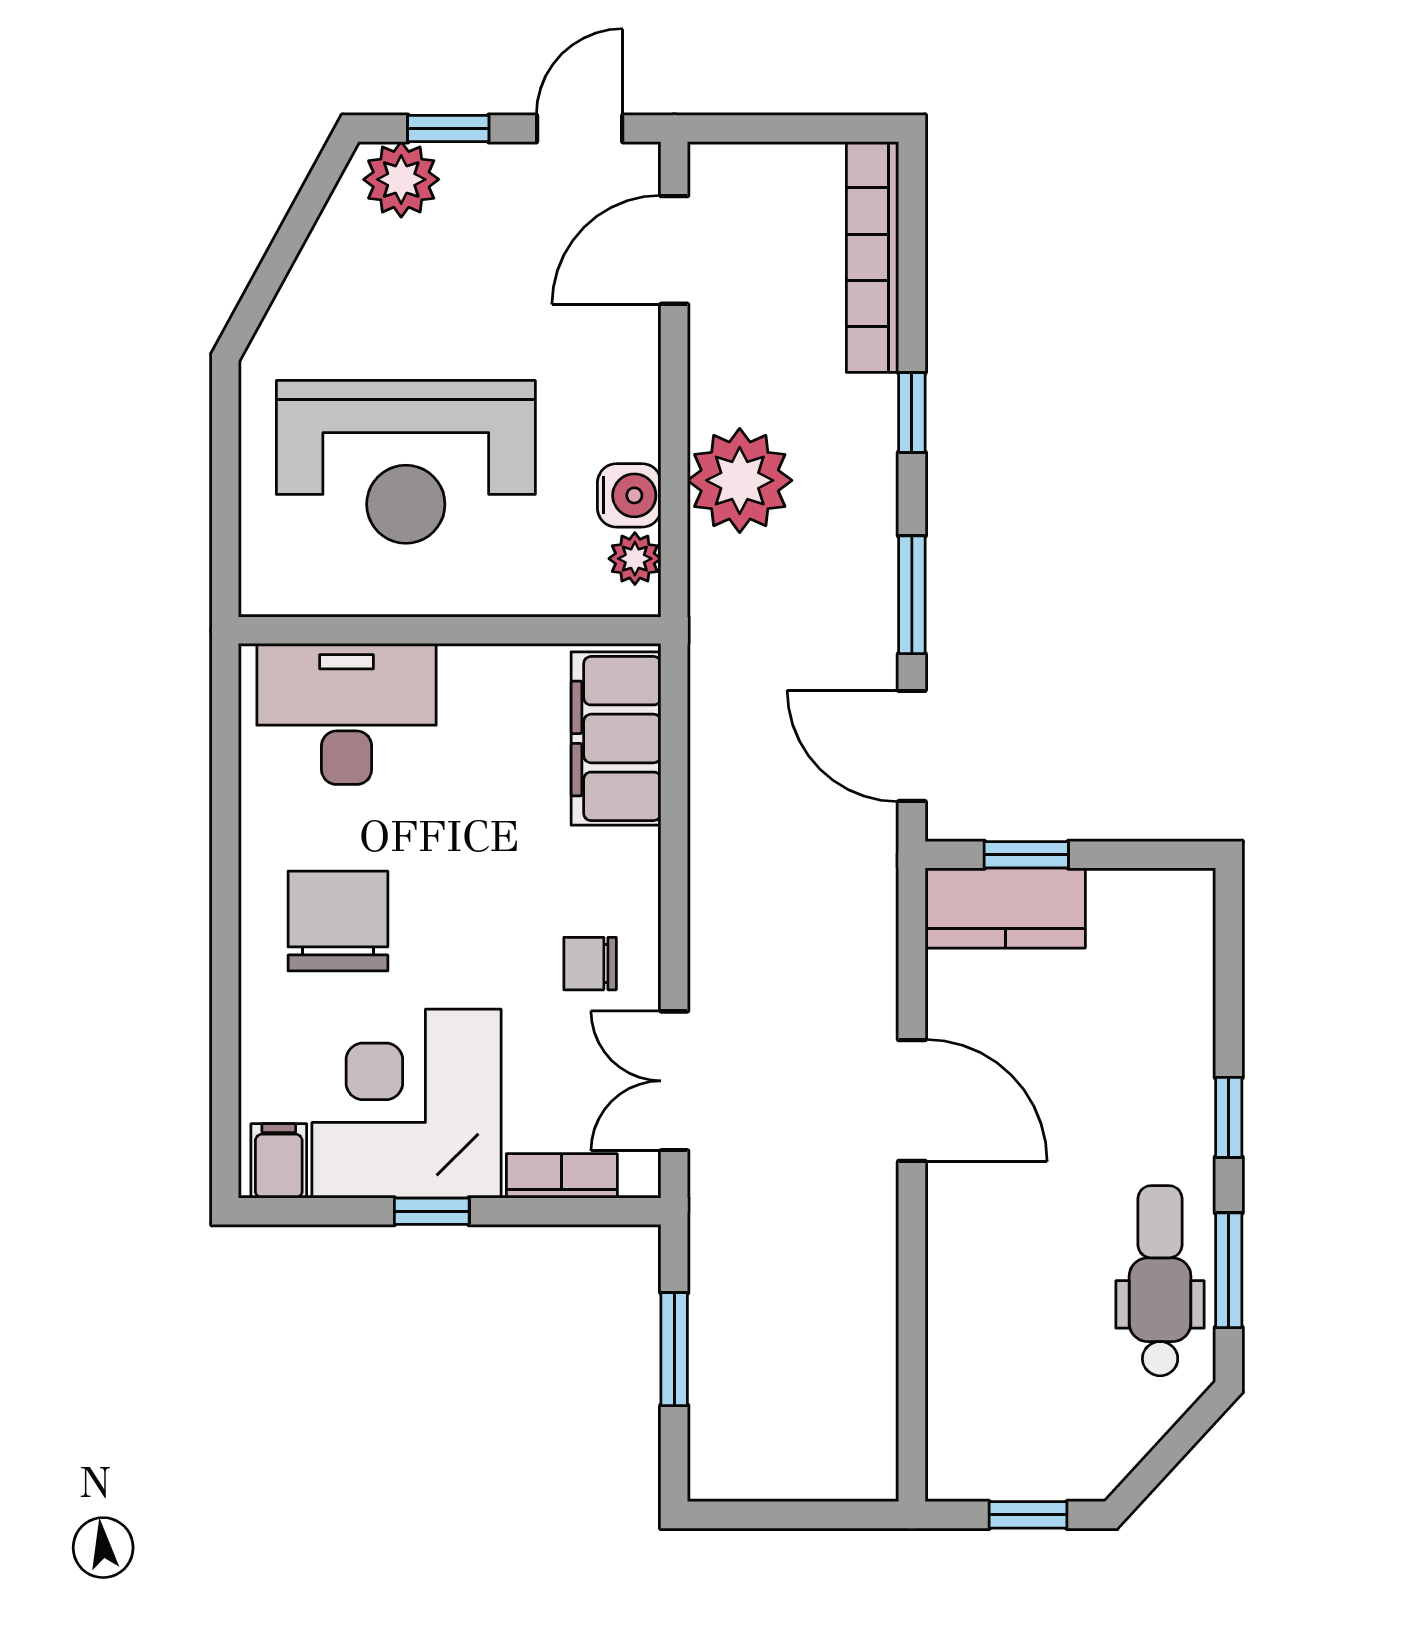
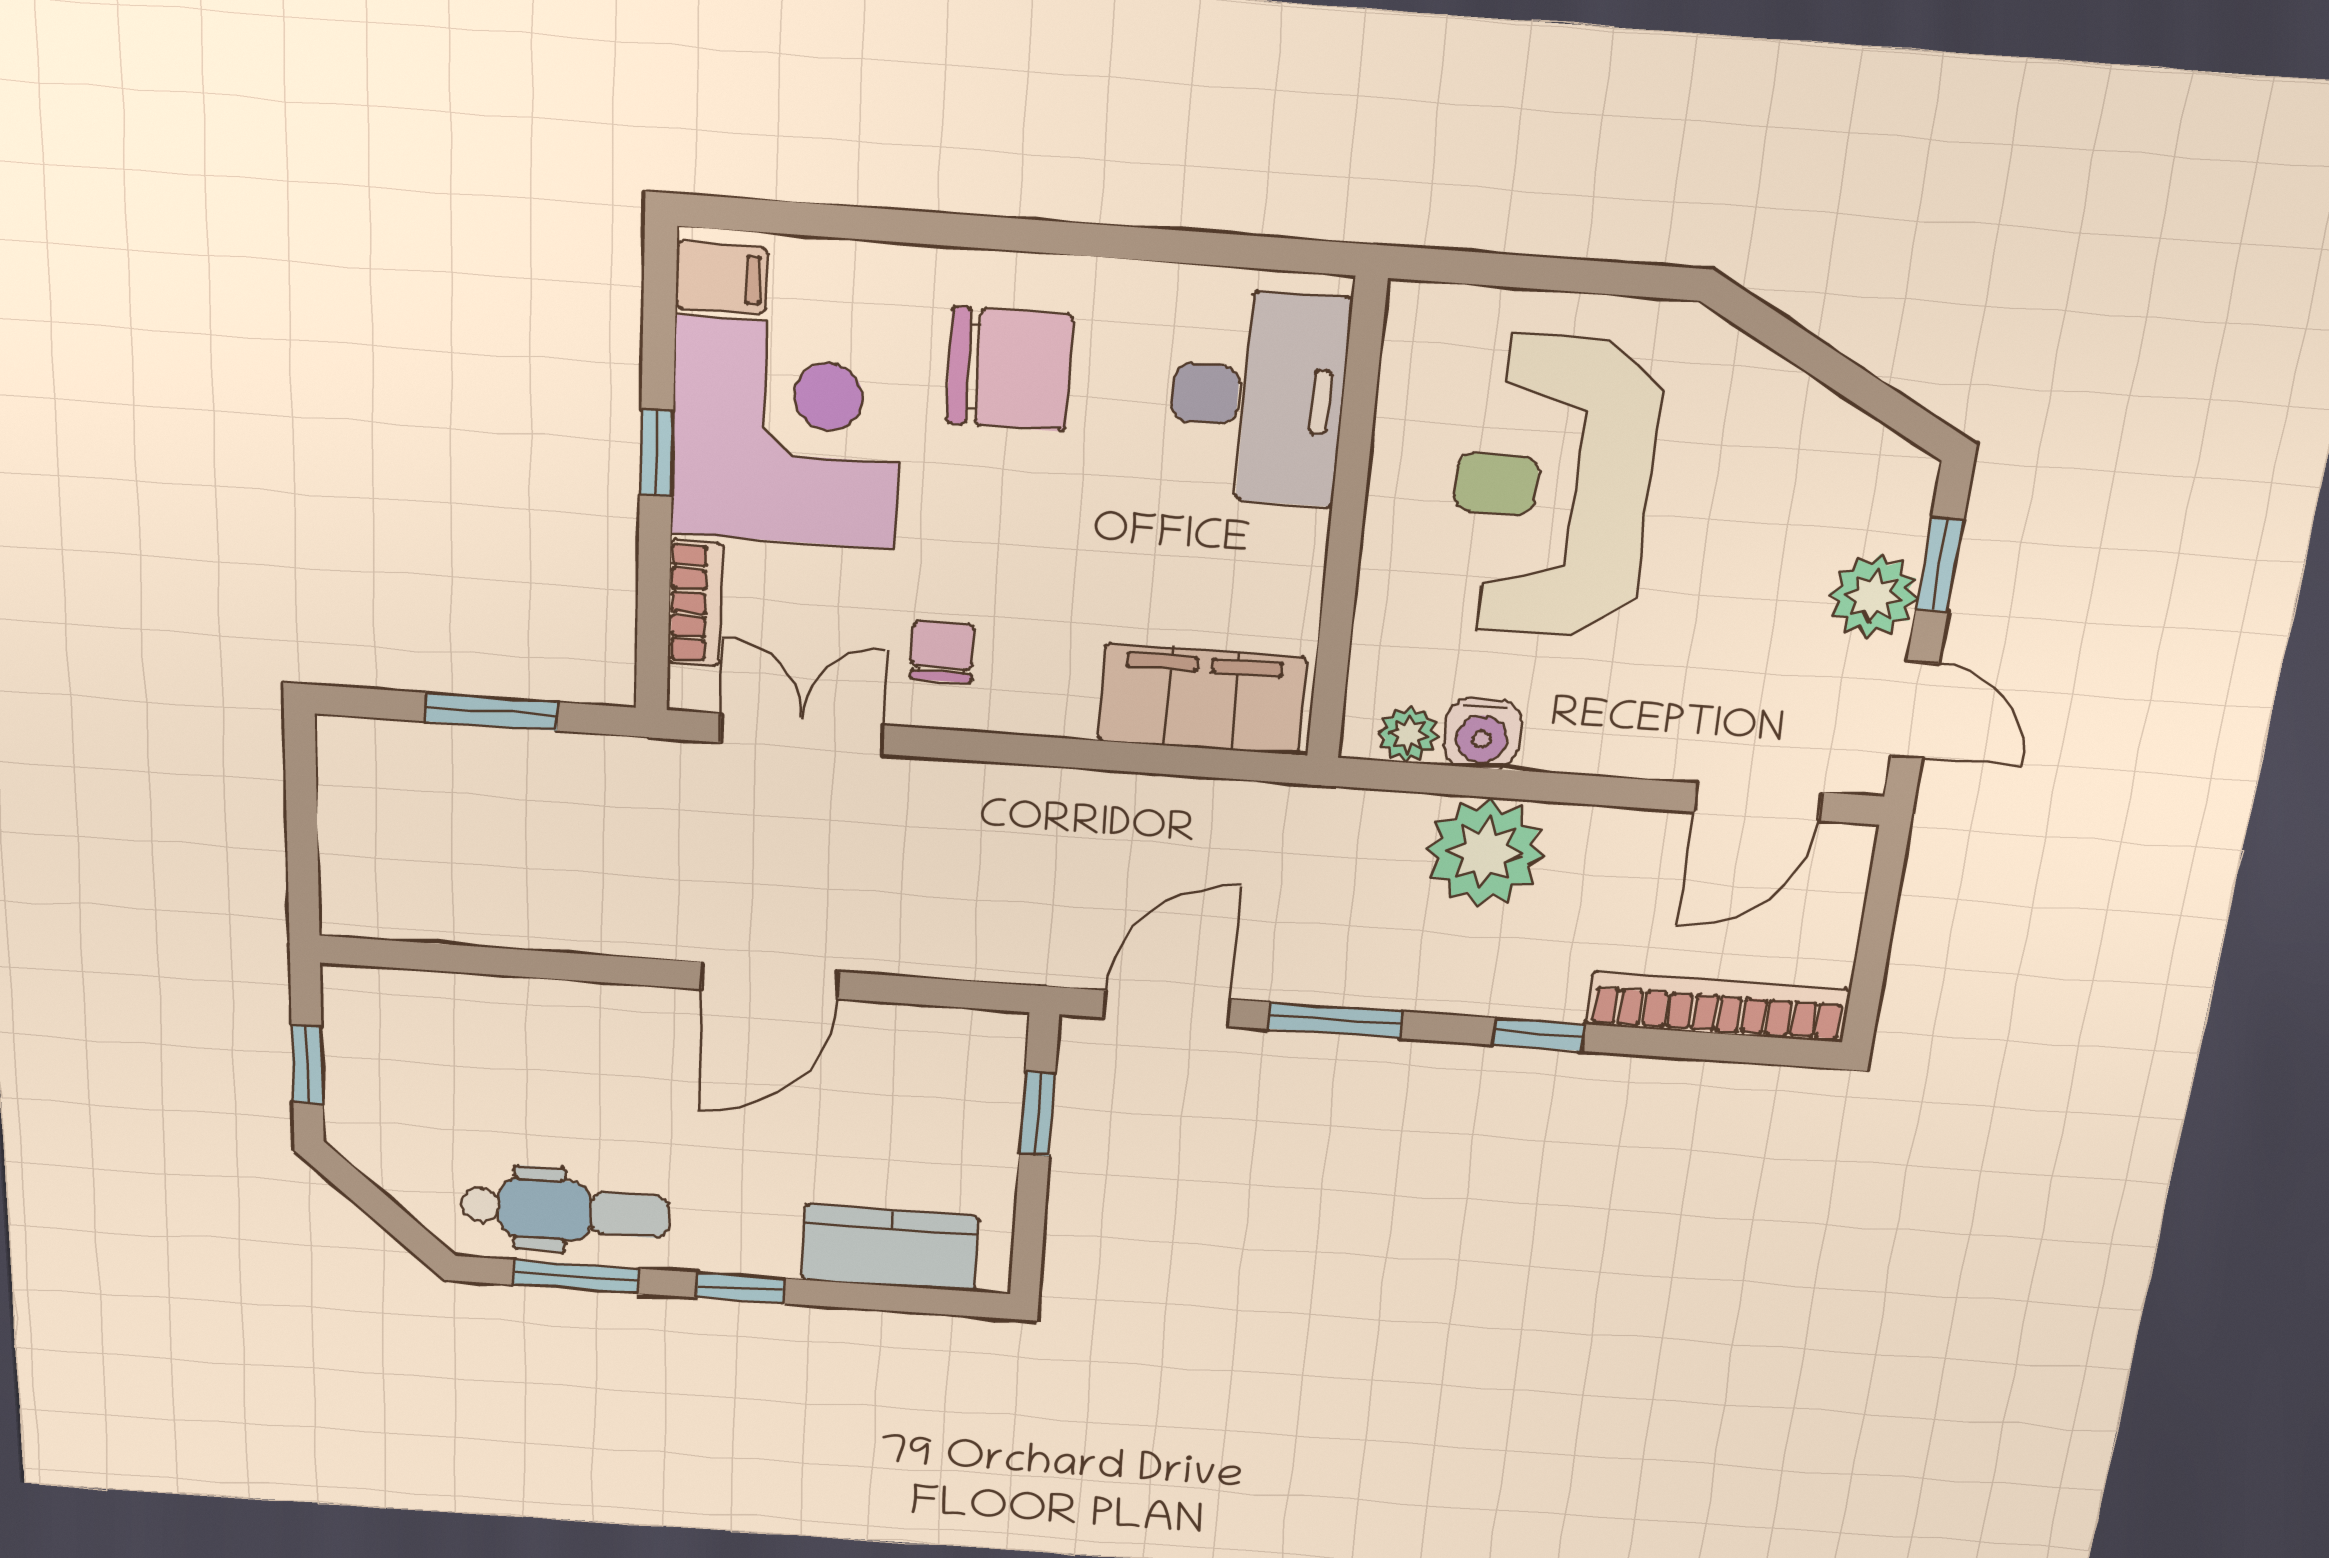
plant: (401, 179) -> (1874, 596), moved
door: (674, 250) -> (1758, 802), swing flipped
kitchen counter: (1005, 908) -> (890, 1248), moved, turned 90

